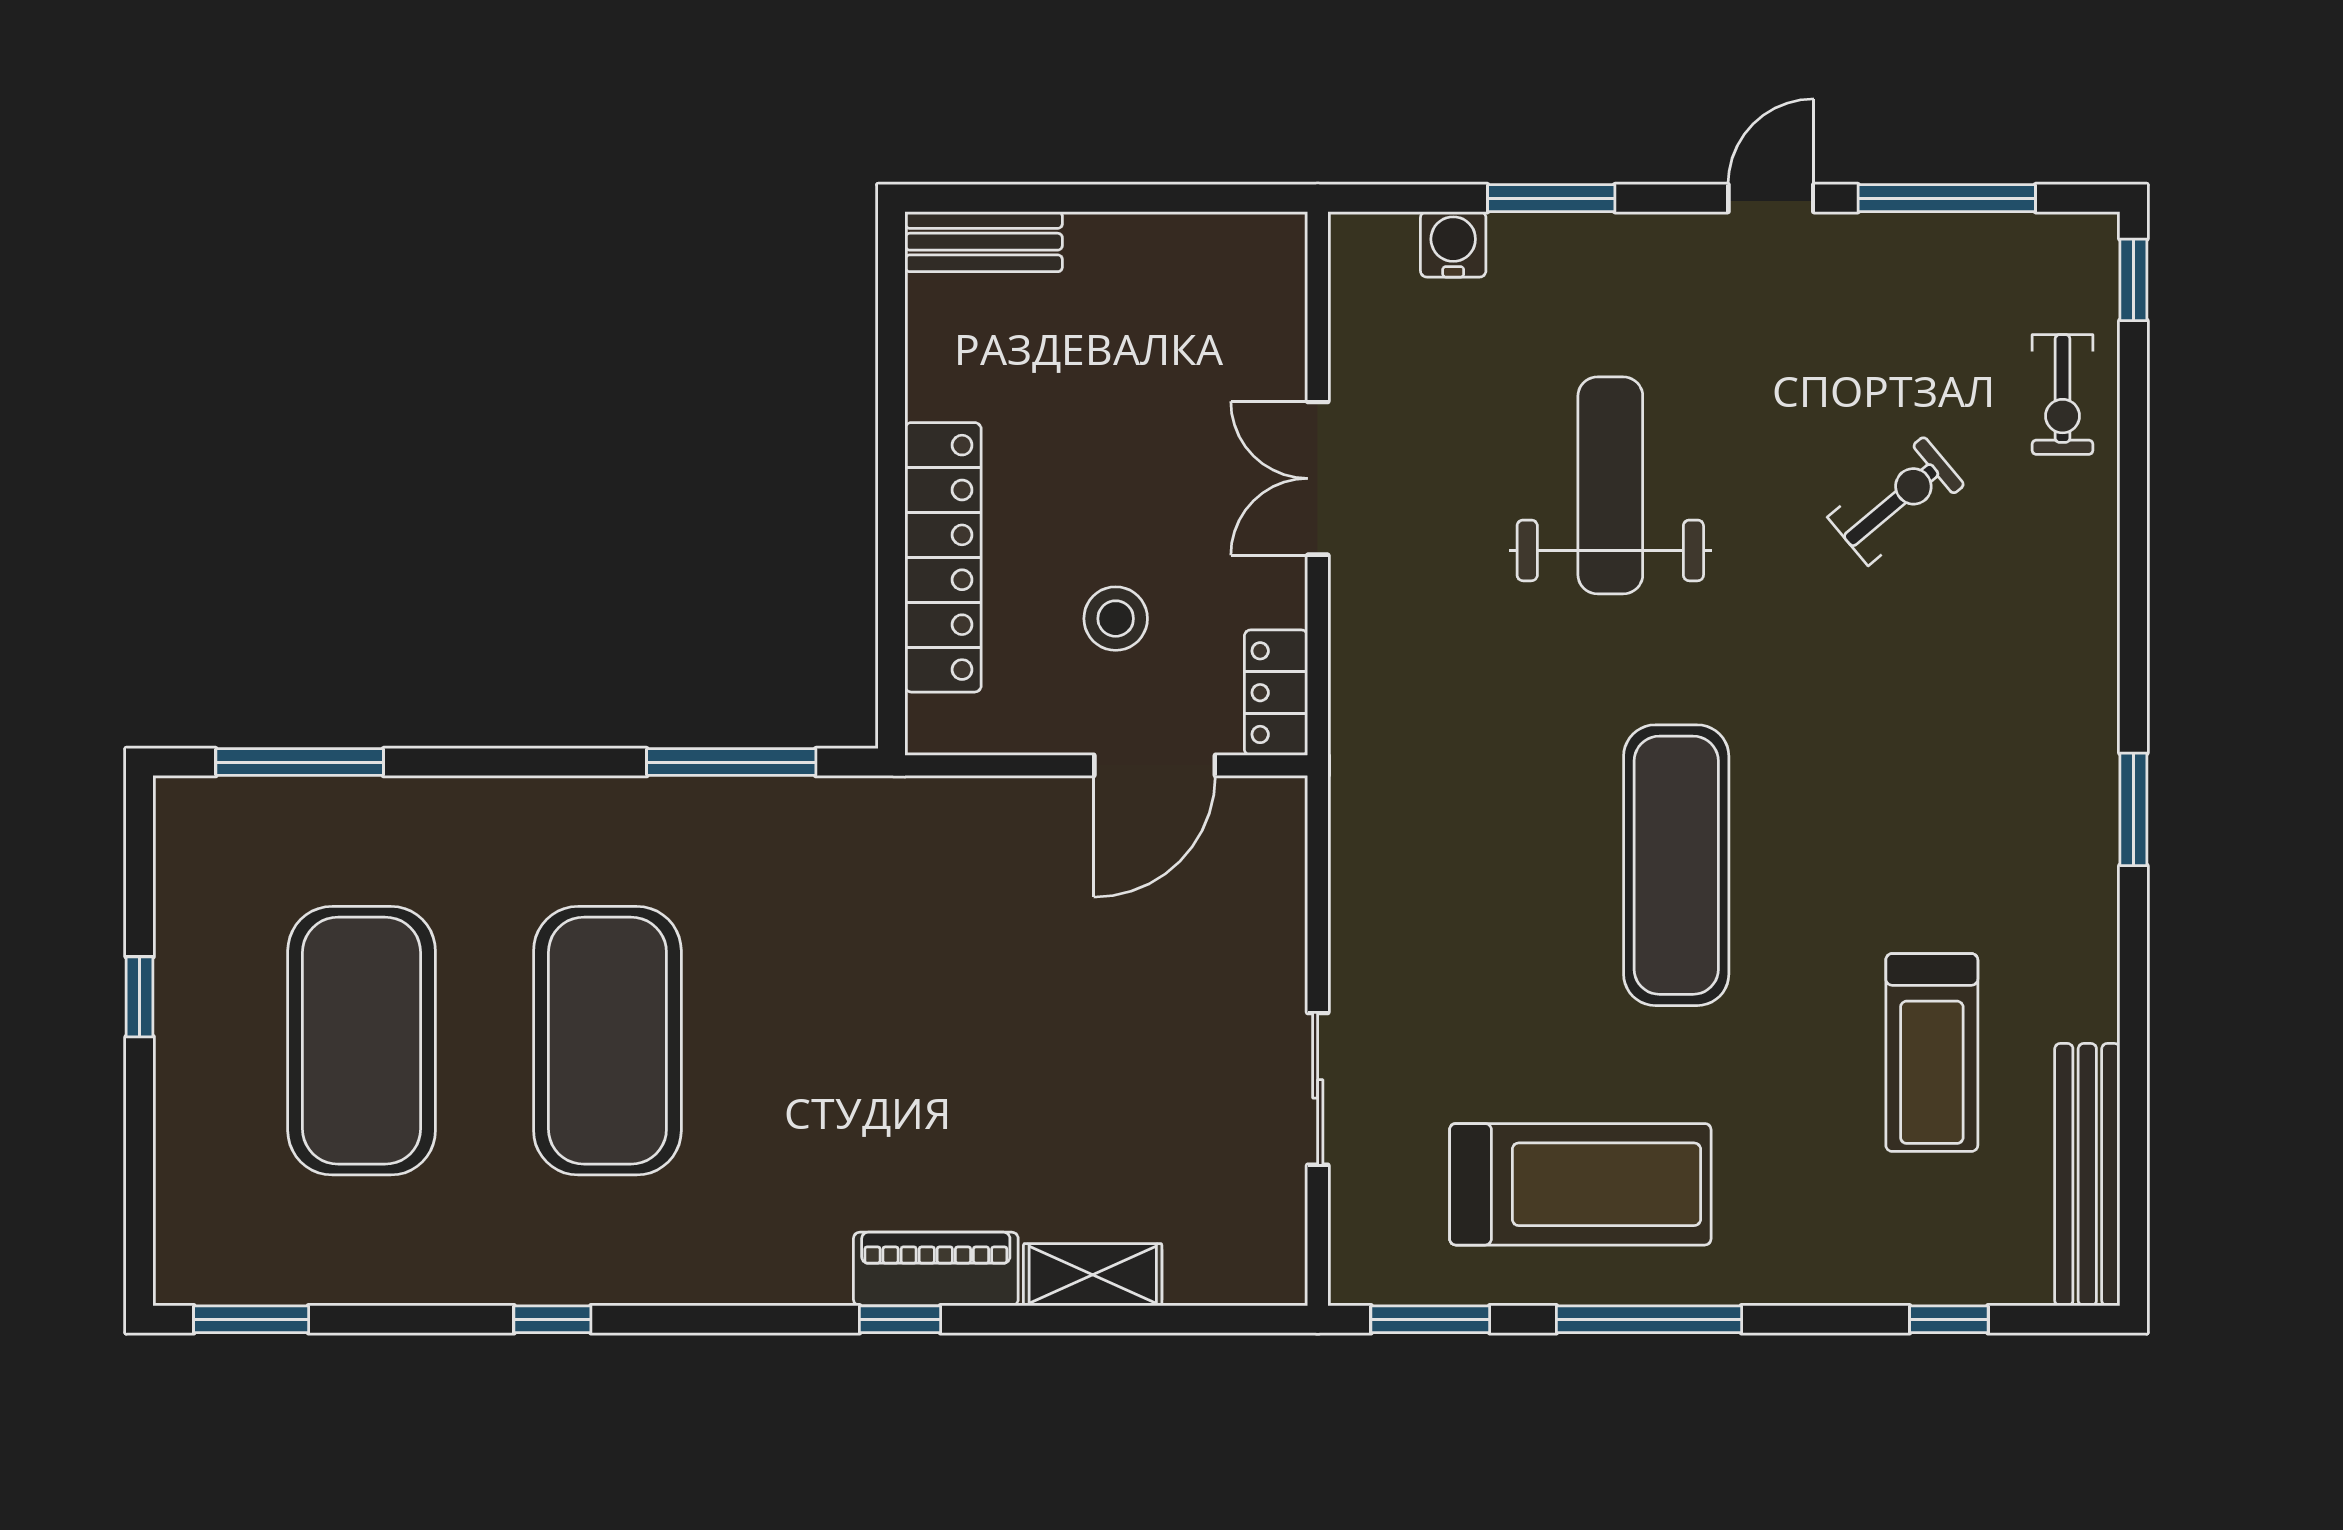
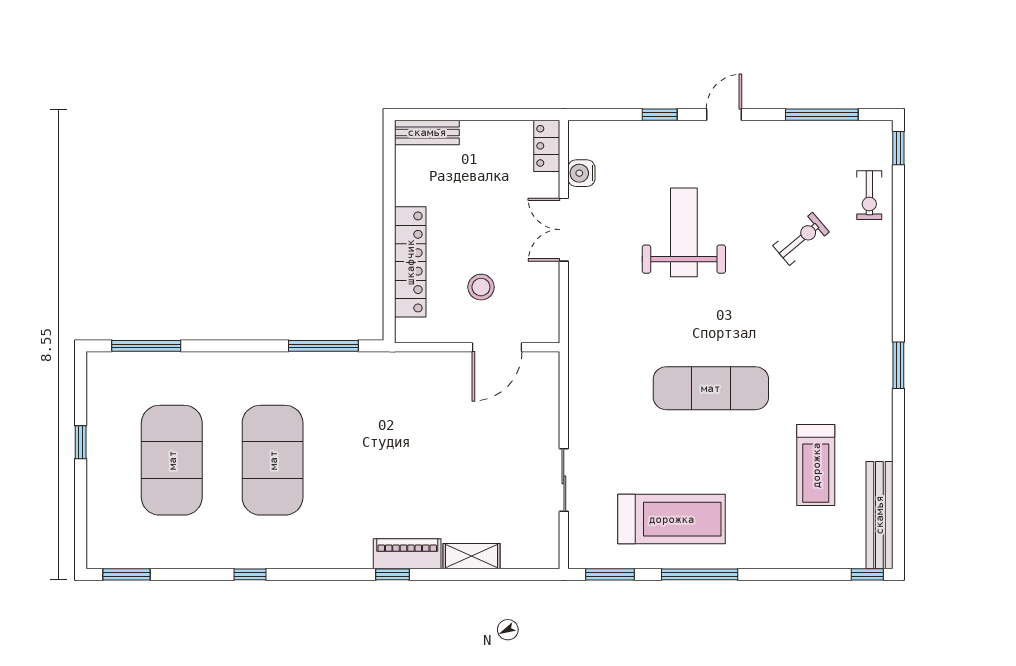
window: (1551, 198) -> (660, 115), width x0.67
door: (1771, 198) -> (724, 115), moved
water cooler: (1453, 244) -> (581, 173), moved, turned -90
locker: (1276, 693) -> (547, 146), moved
exercise mat: (1676, 865) -> (711, 388), turned 90
window: (1949, 1319) -> (867, 574), moved

